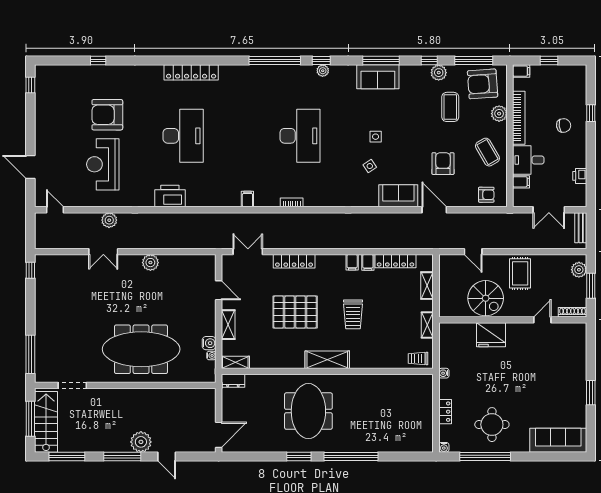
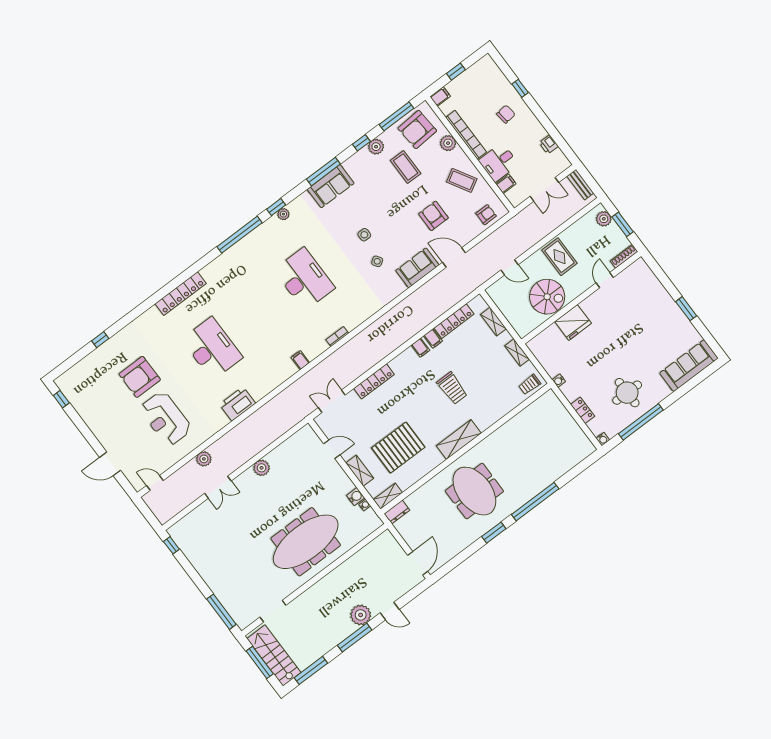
pallet: (295, 312) -> (398, 448), moved

